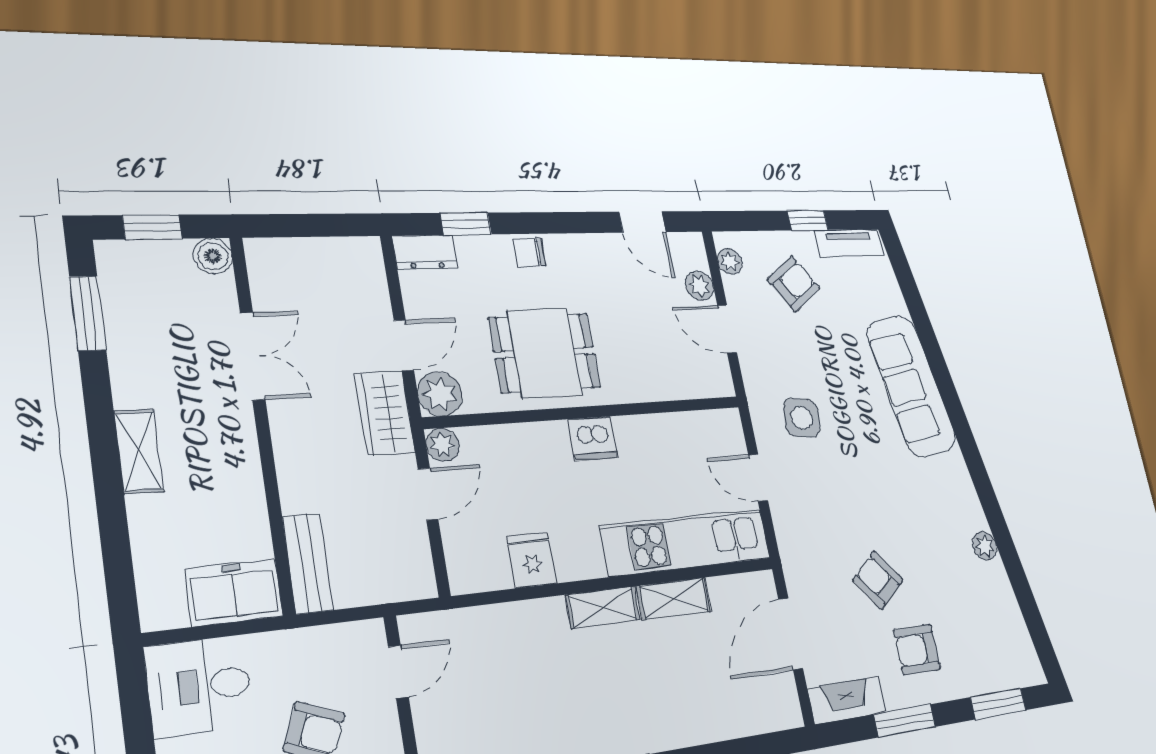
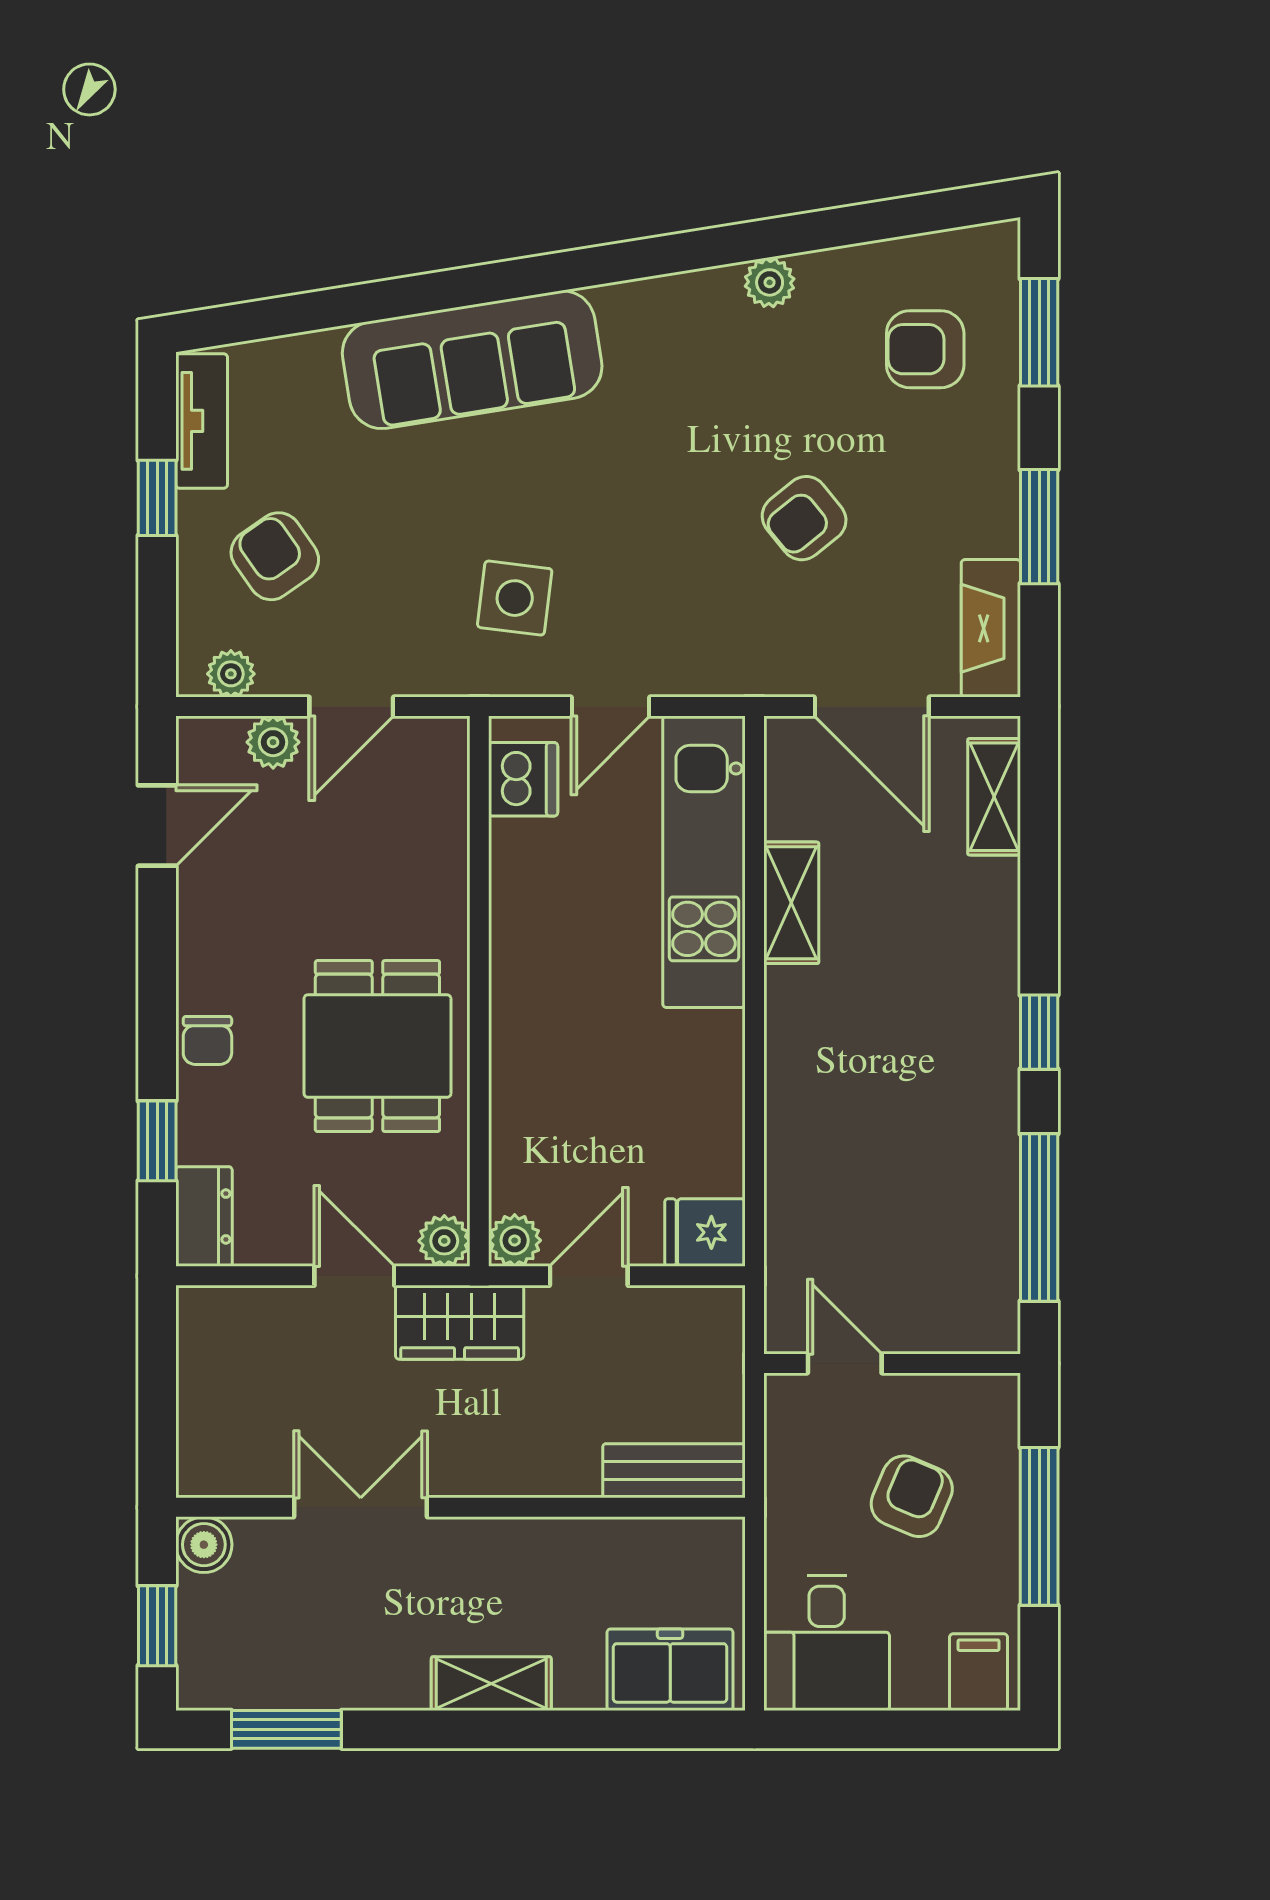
plant: (440, 394) -> (444, 1241), width x0.73, depth x0.73
dishwasher: (593, 439) -> (523, 779), moved
door: (428, 494) -> (589, 1276), hinge flipped
fridge: (532, 560) -> (705, 1232), moved
freezer: (234, 593) -> (670, 1670), moved, turned 90
shelving: (603, 607) -> (994, 797), moved
armchair: (917, 649) -> (925, 349), moved, turned 90

